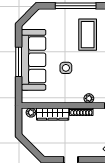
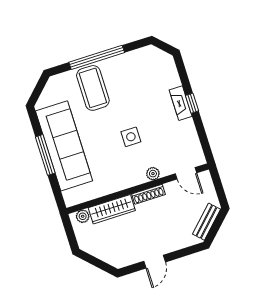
coffee table: (88, 35) -> (93, 88), moved
side table: (66, 68) -> (131, 137), moved

